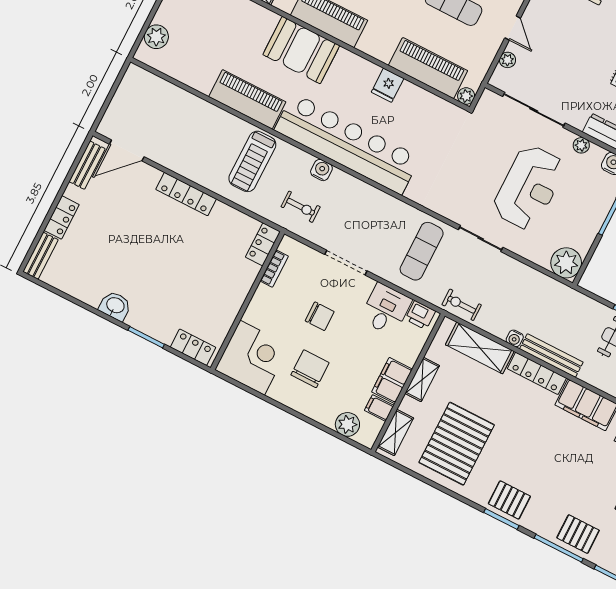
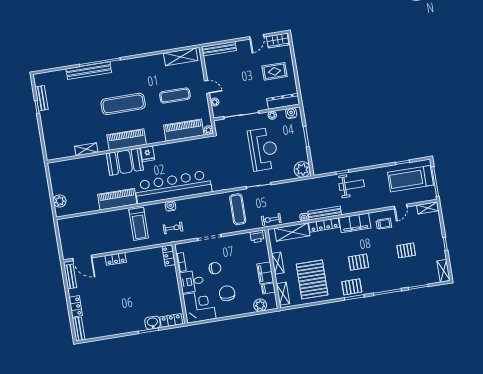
fridge: (388, 85) -> (148, 154), moved
door: (127, 150) -> (82, 258), hinge flipped
locker: (186, 194) -> (116, 259), width x0.66
washbasin: (115, 306) -> (152, 323), moved
desk: (386, 309) -> (192, 281), moved, turned -90
pallet: (578, 534) -> (359, 262), moved

